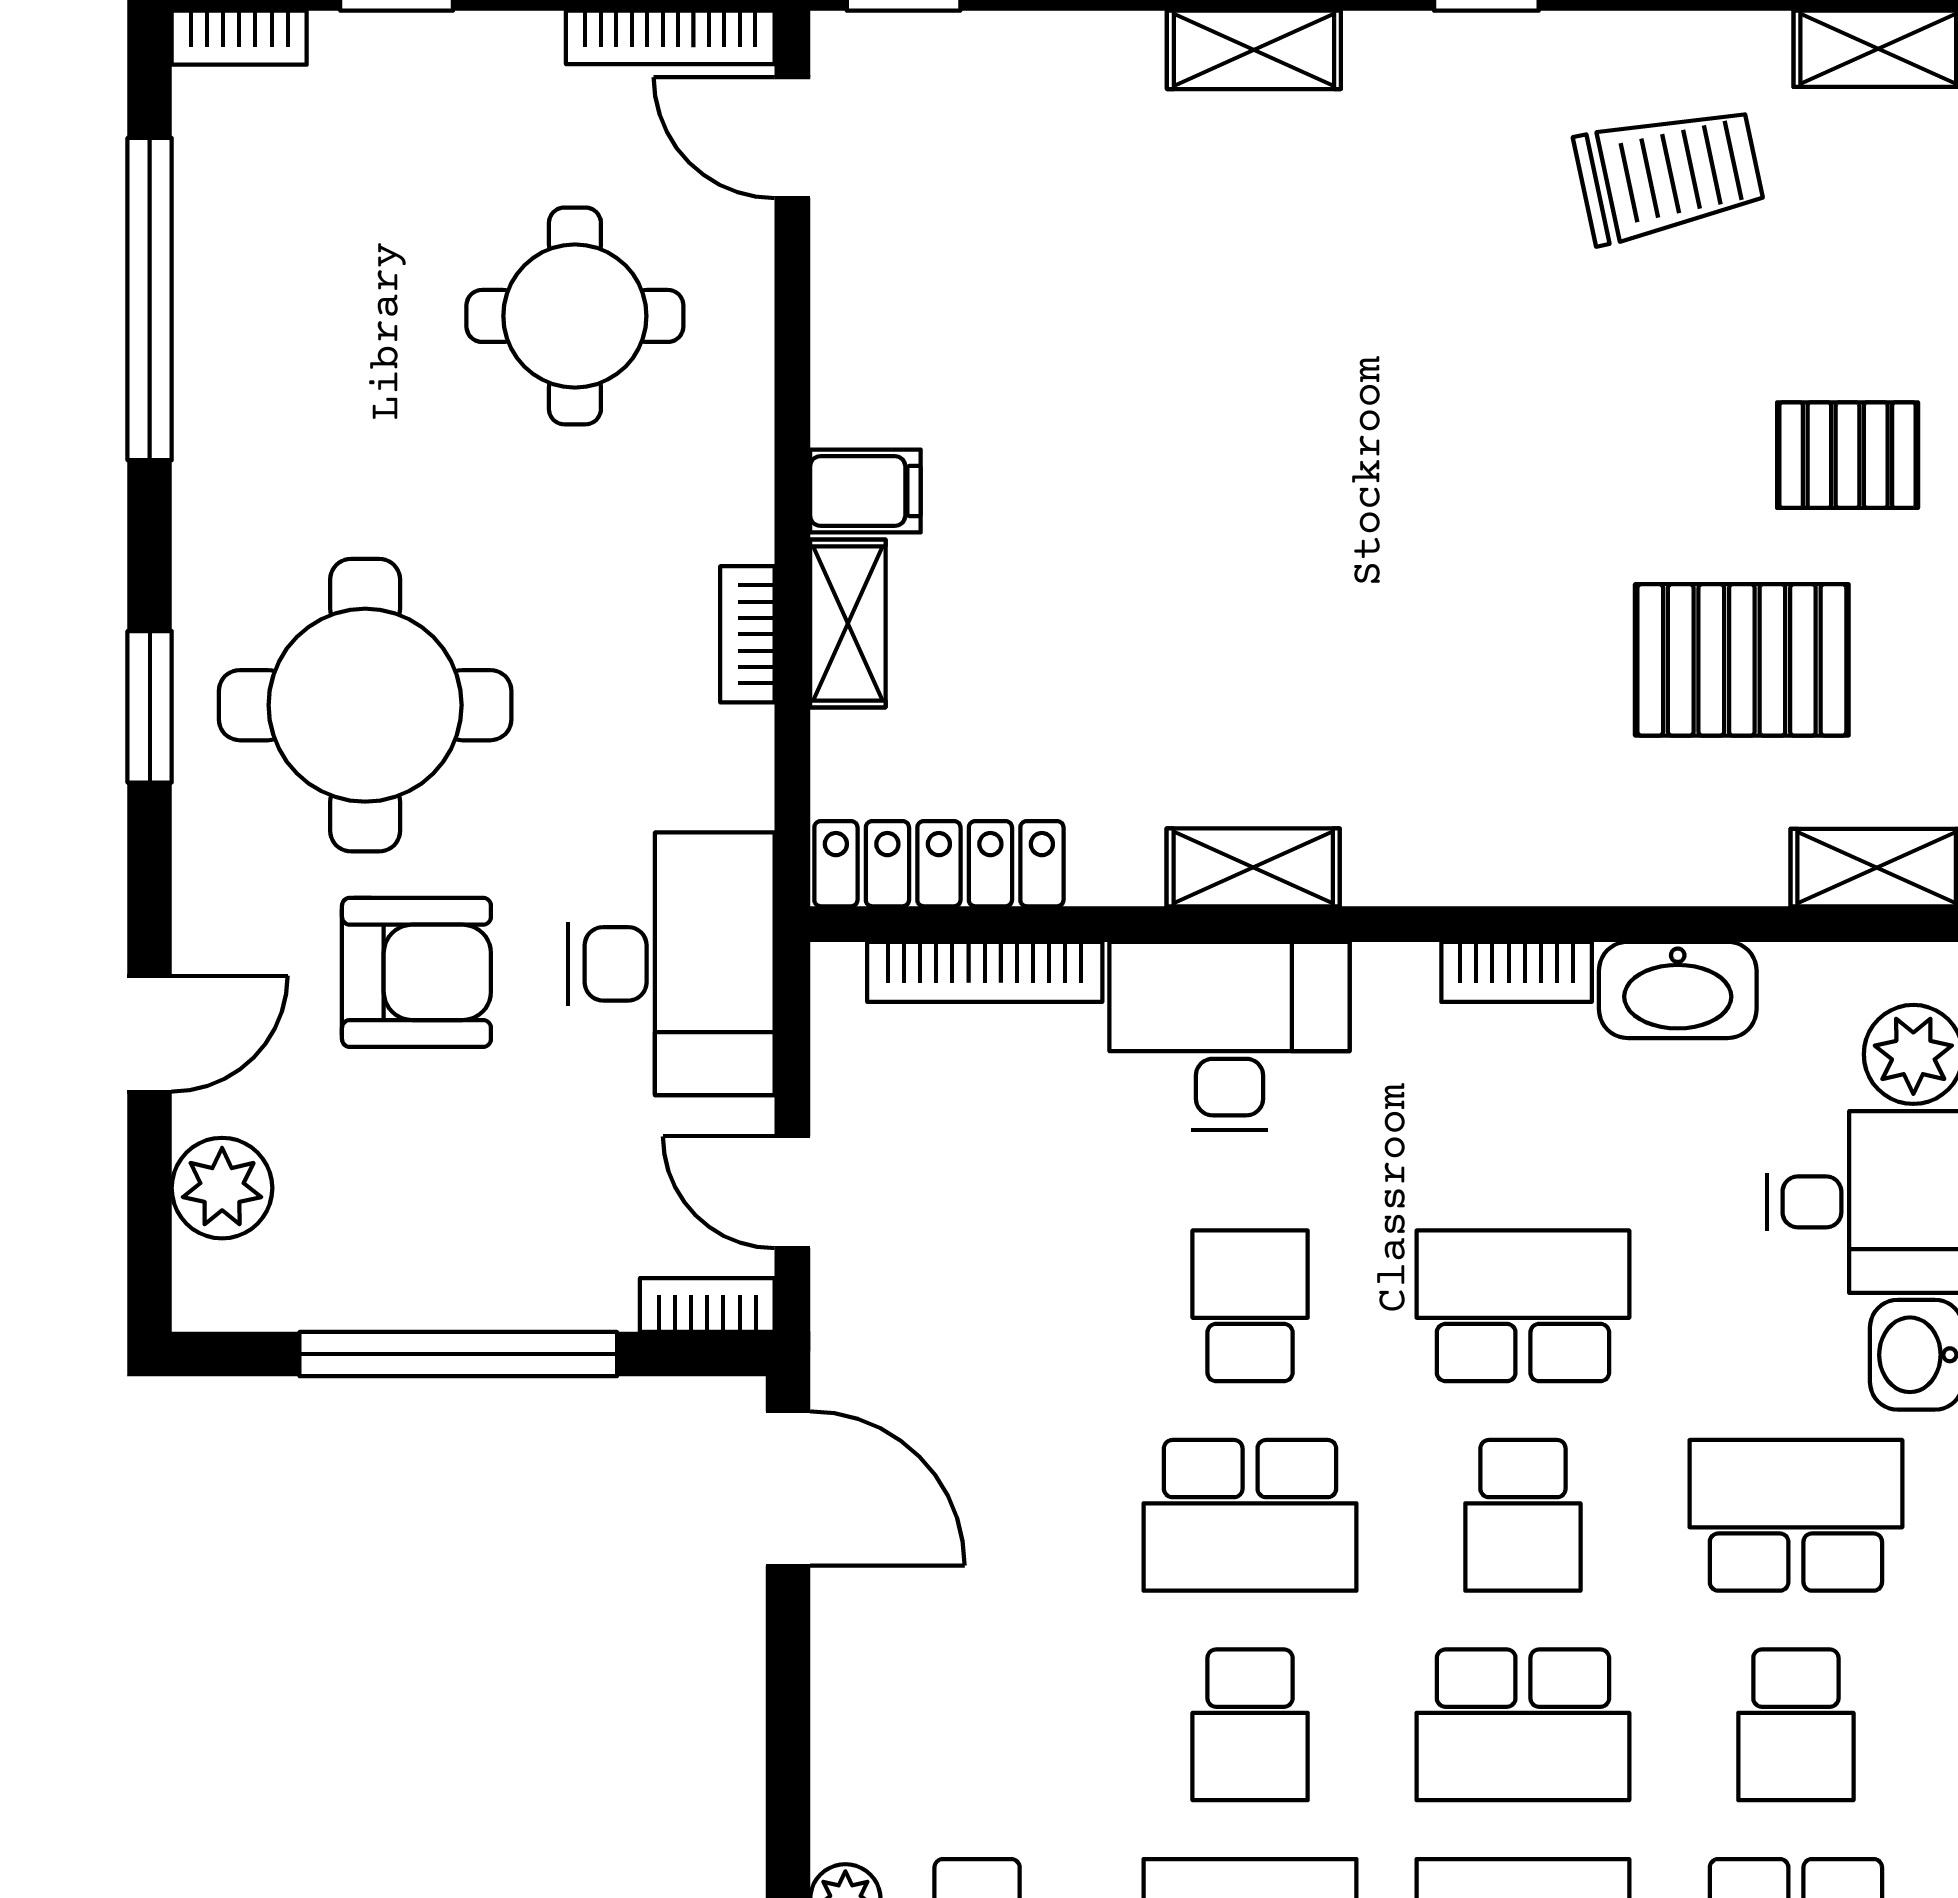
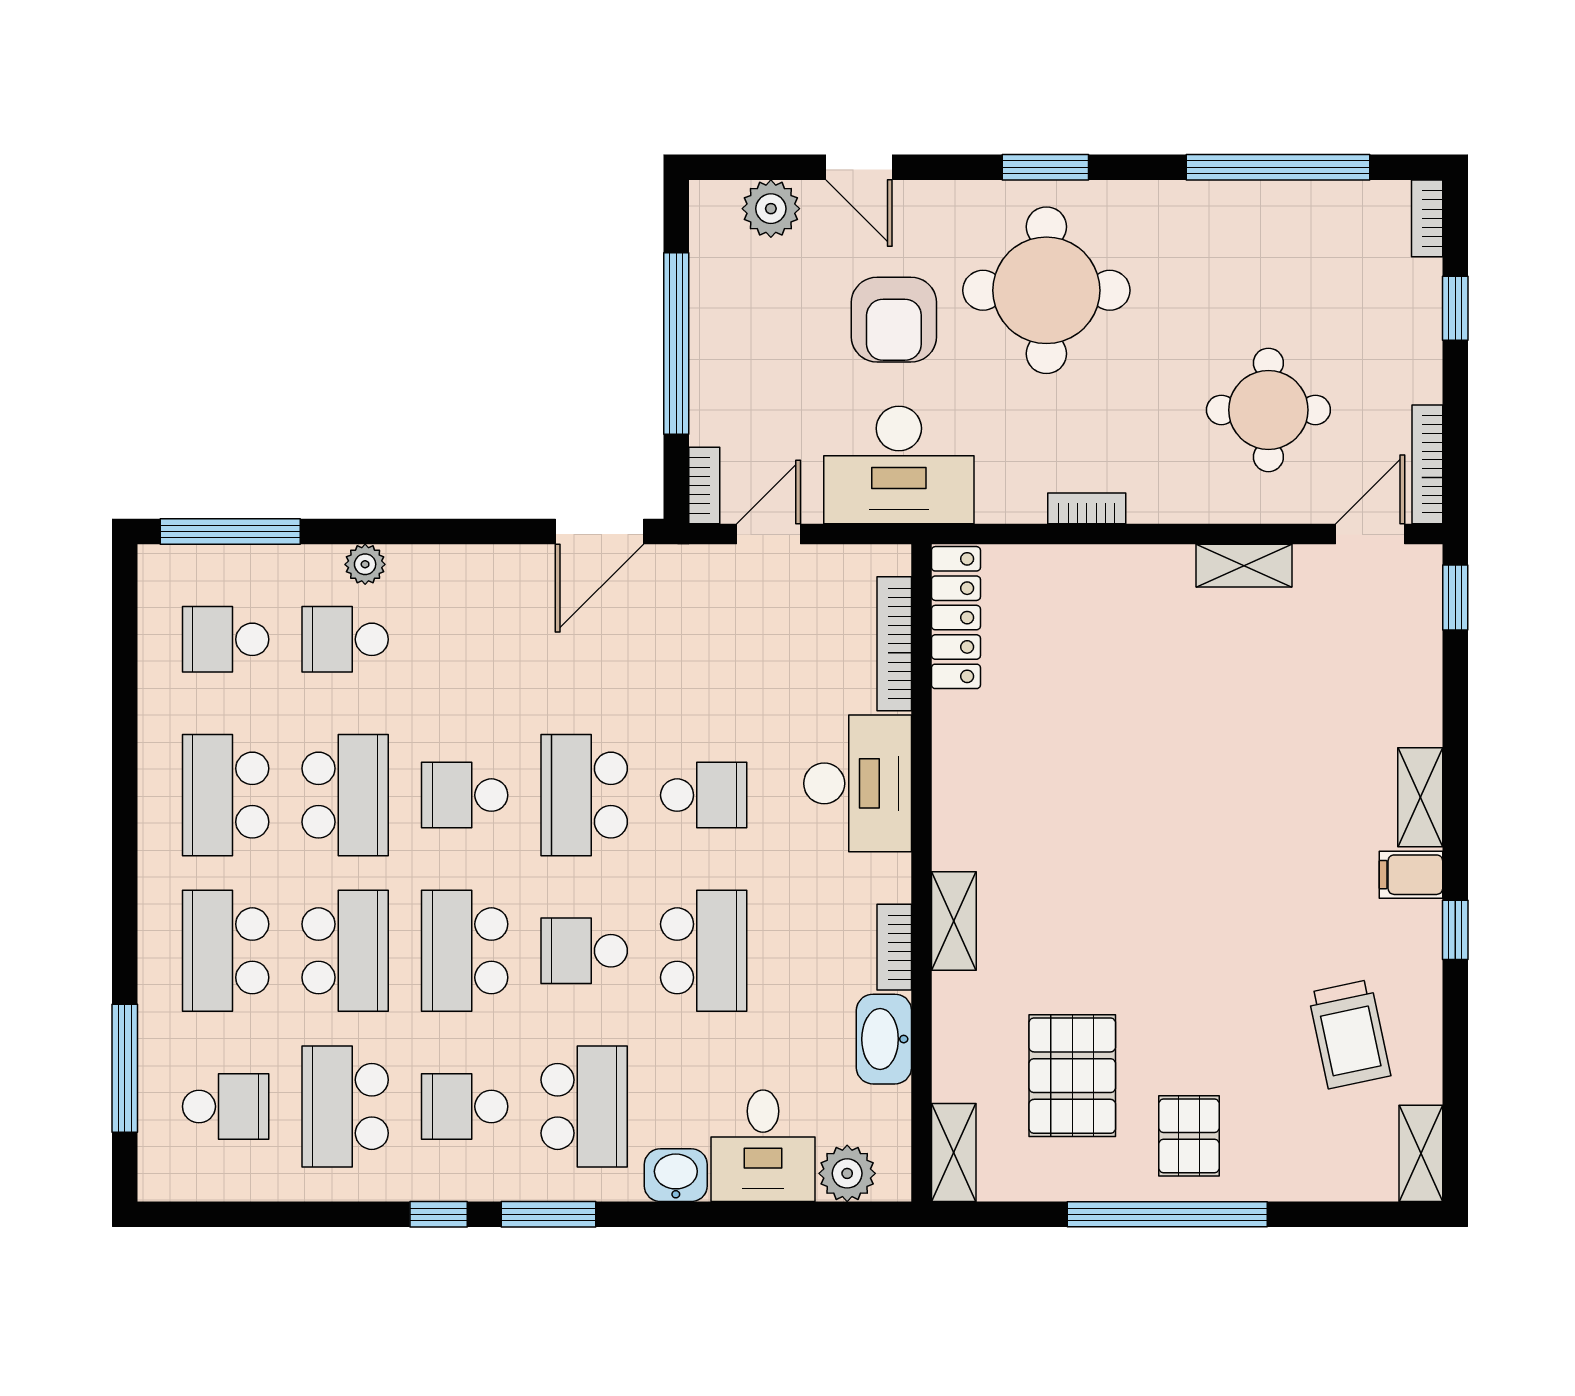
filing cabinet: (865, 491) -> (1411, 875), moved, turned 90
shelving: (848, 623) -> (1244, 566), moved
shelving: (1253, 867) -> (954, 921), moved

